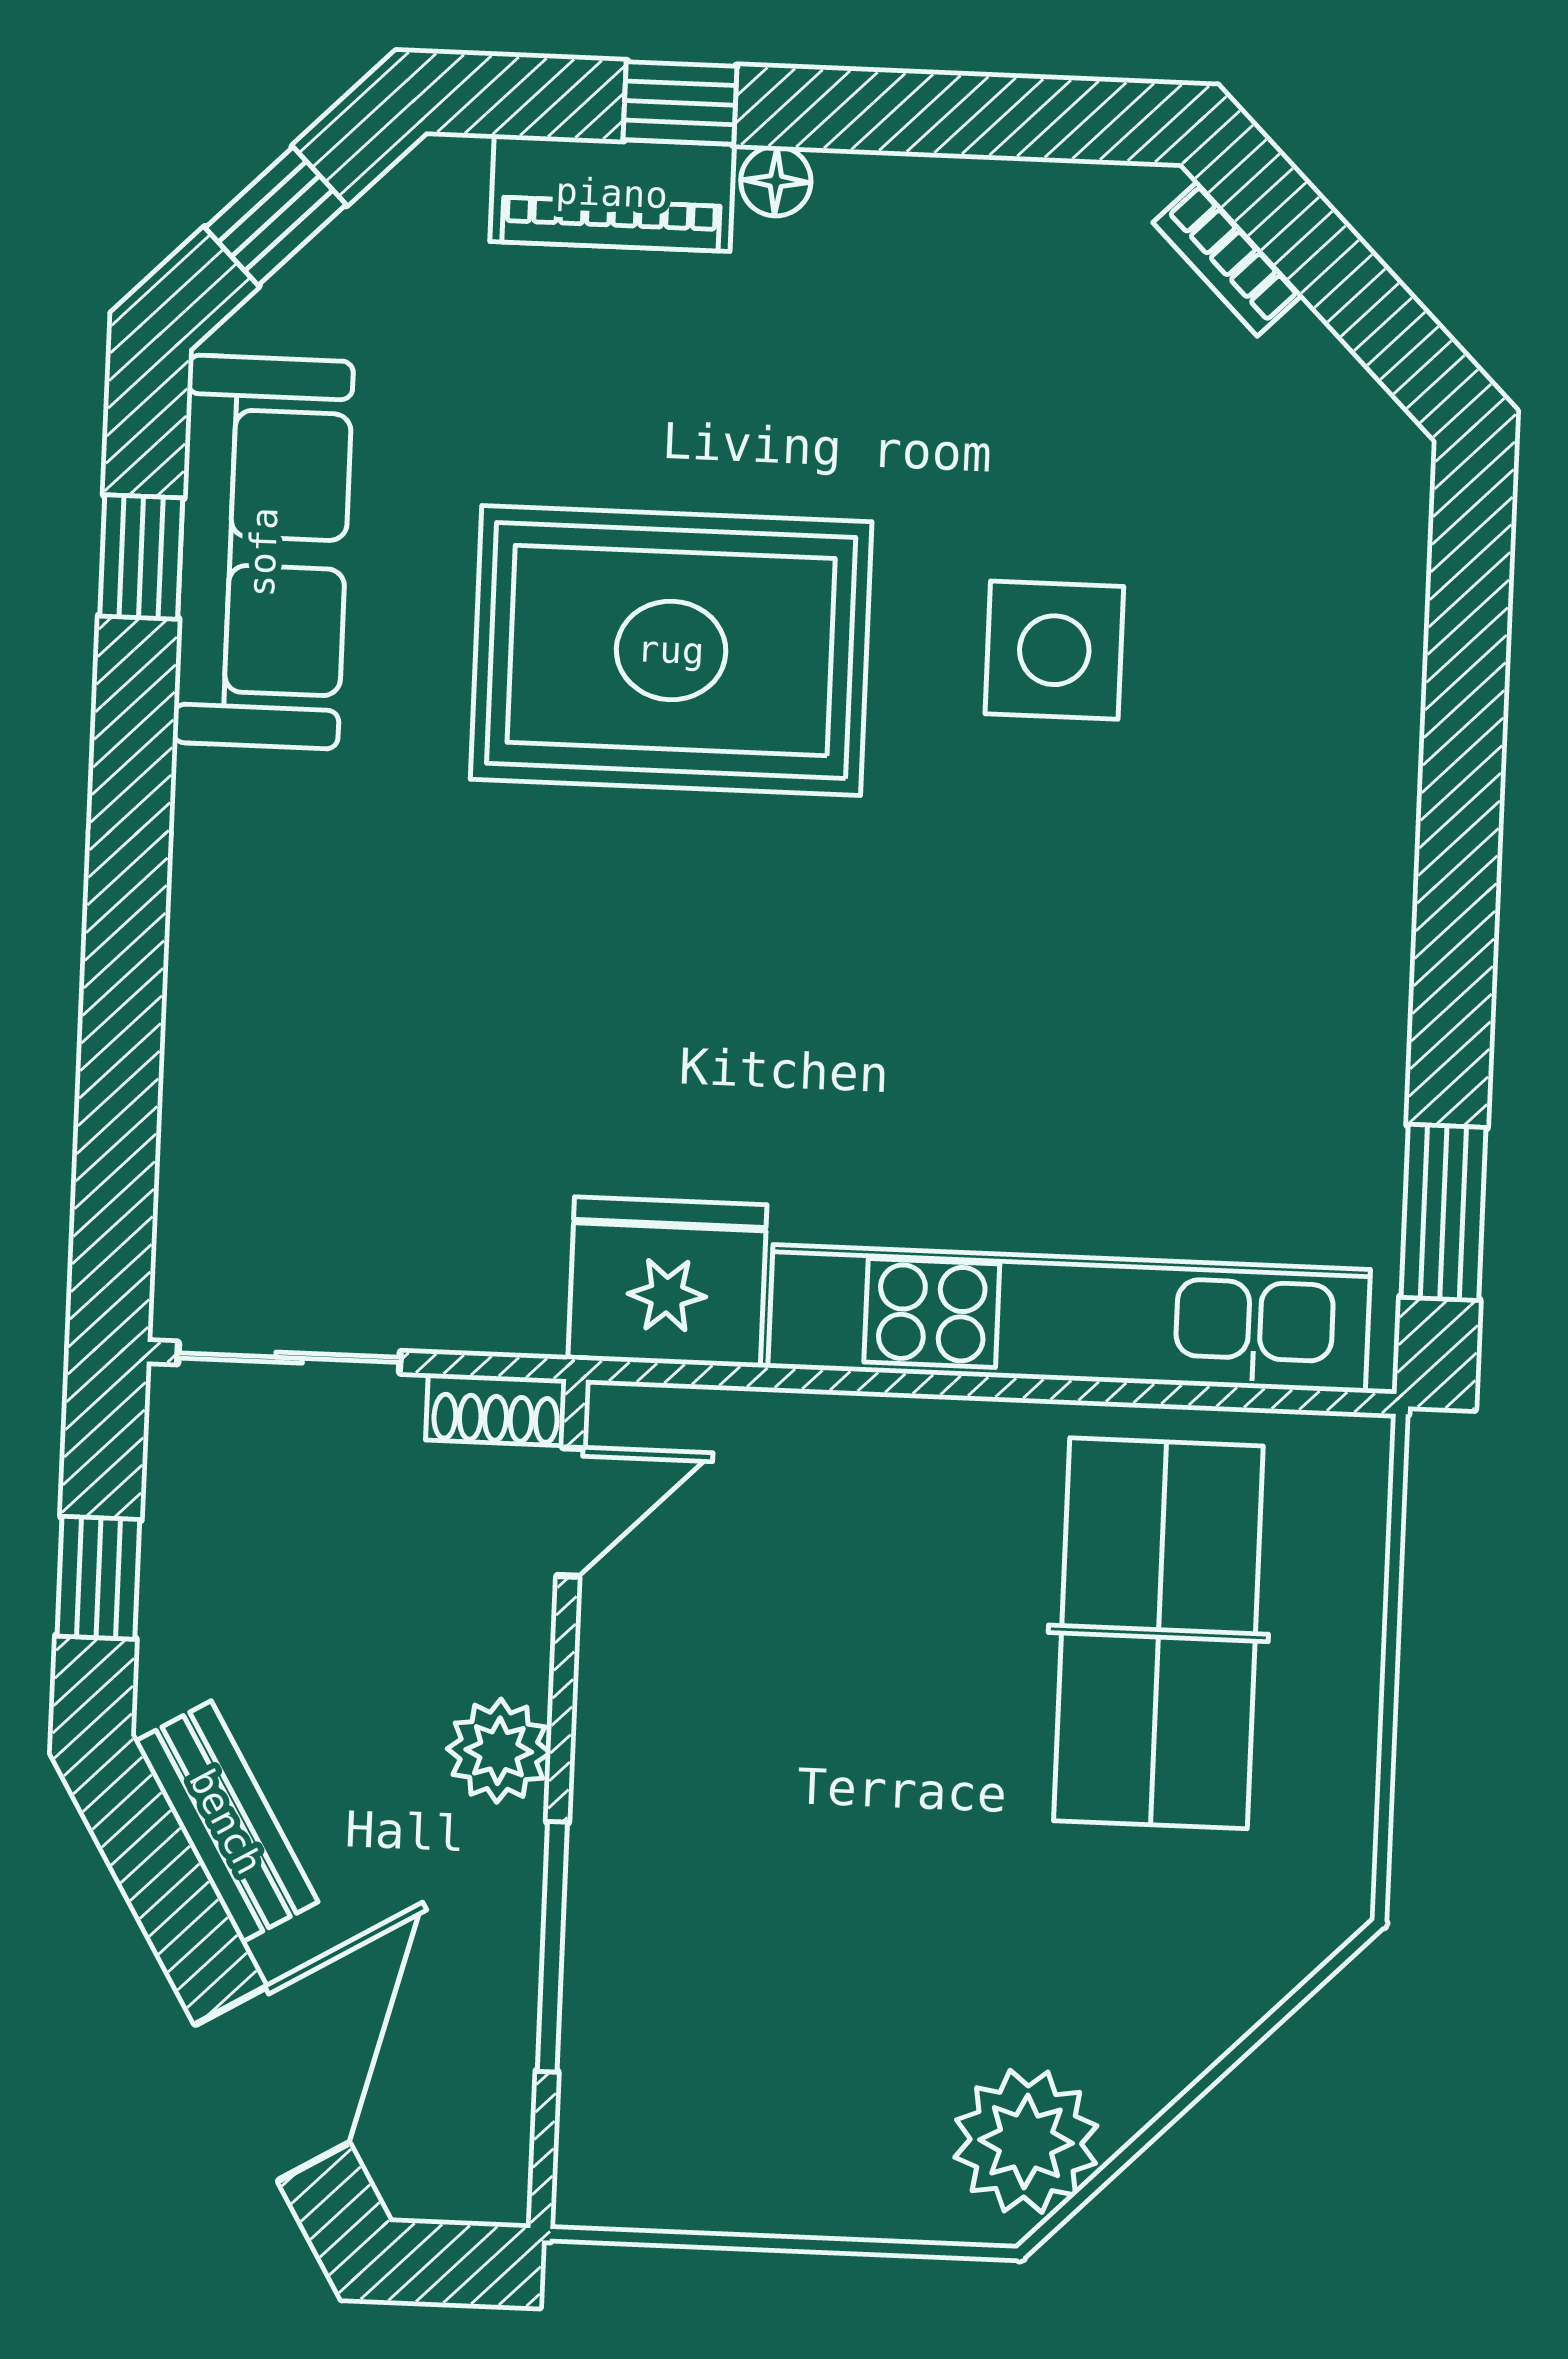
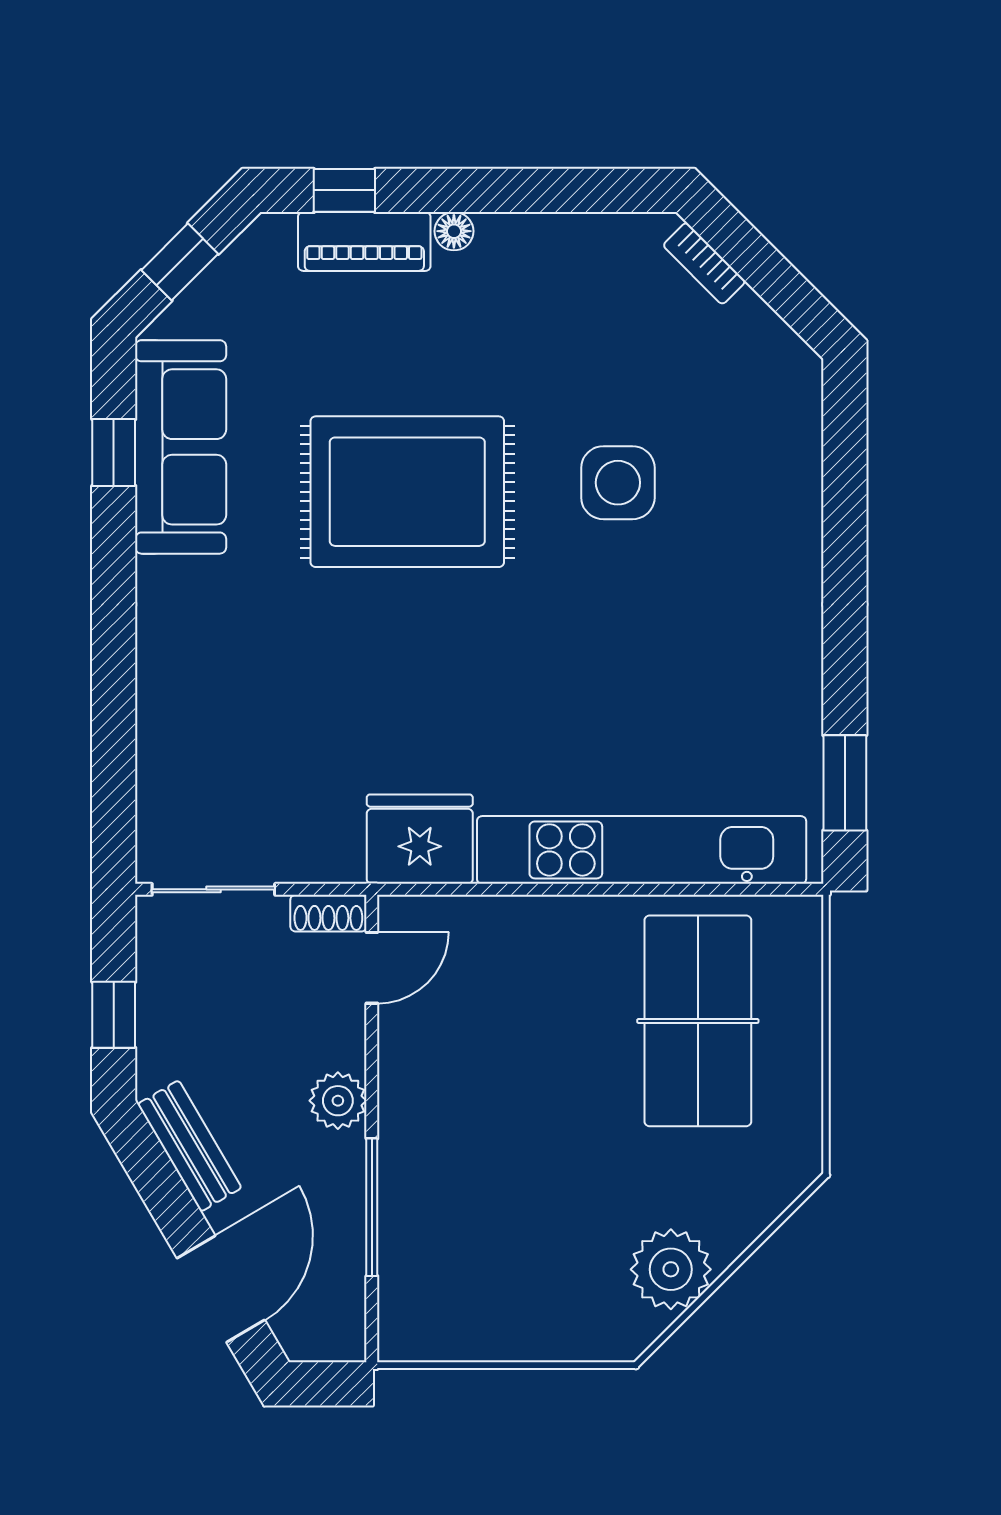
window: (680, 103) -> (344, 190), moved
plant: (1026, 2141) -> (671, 1269), moved

